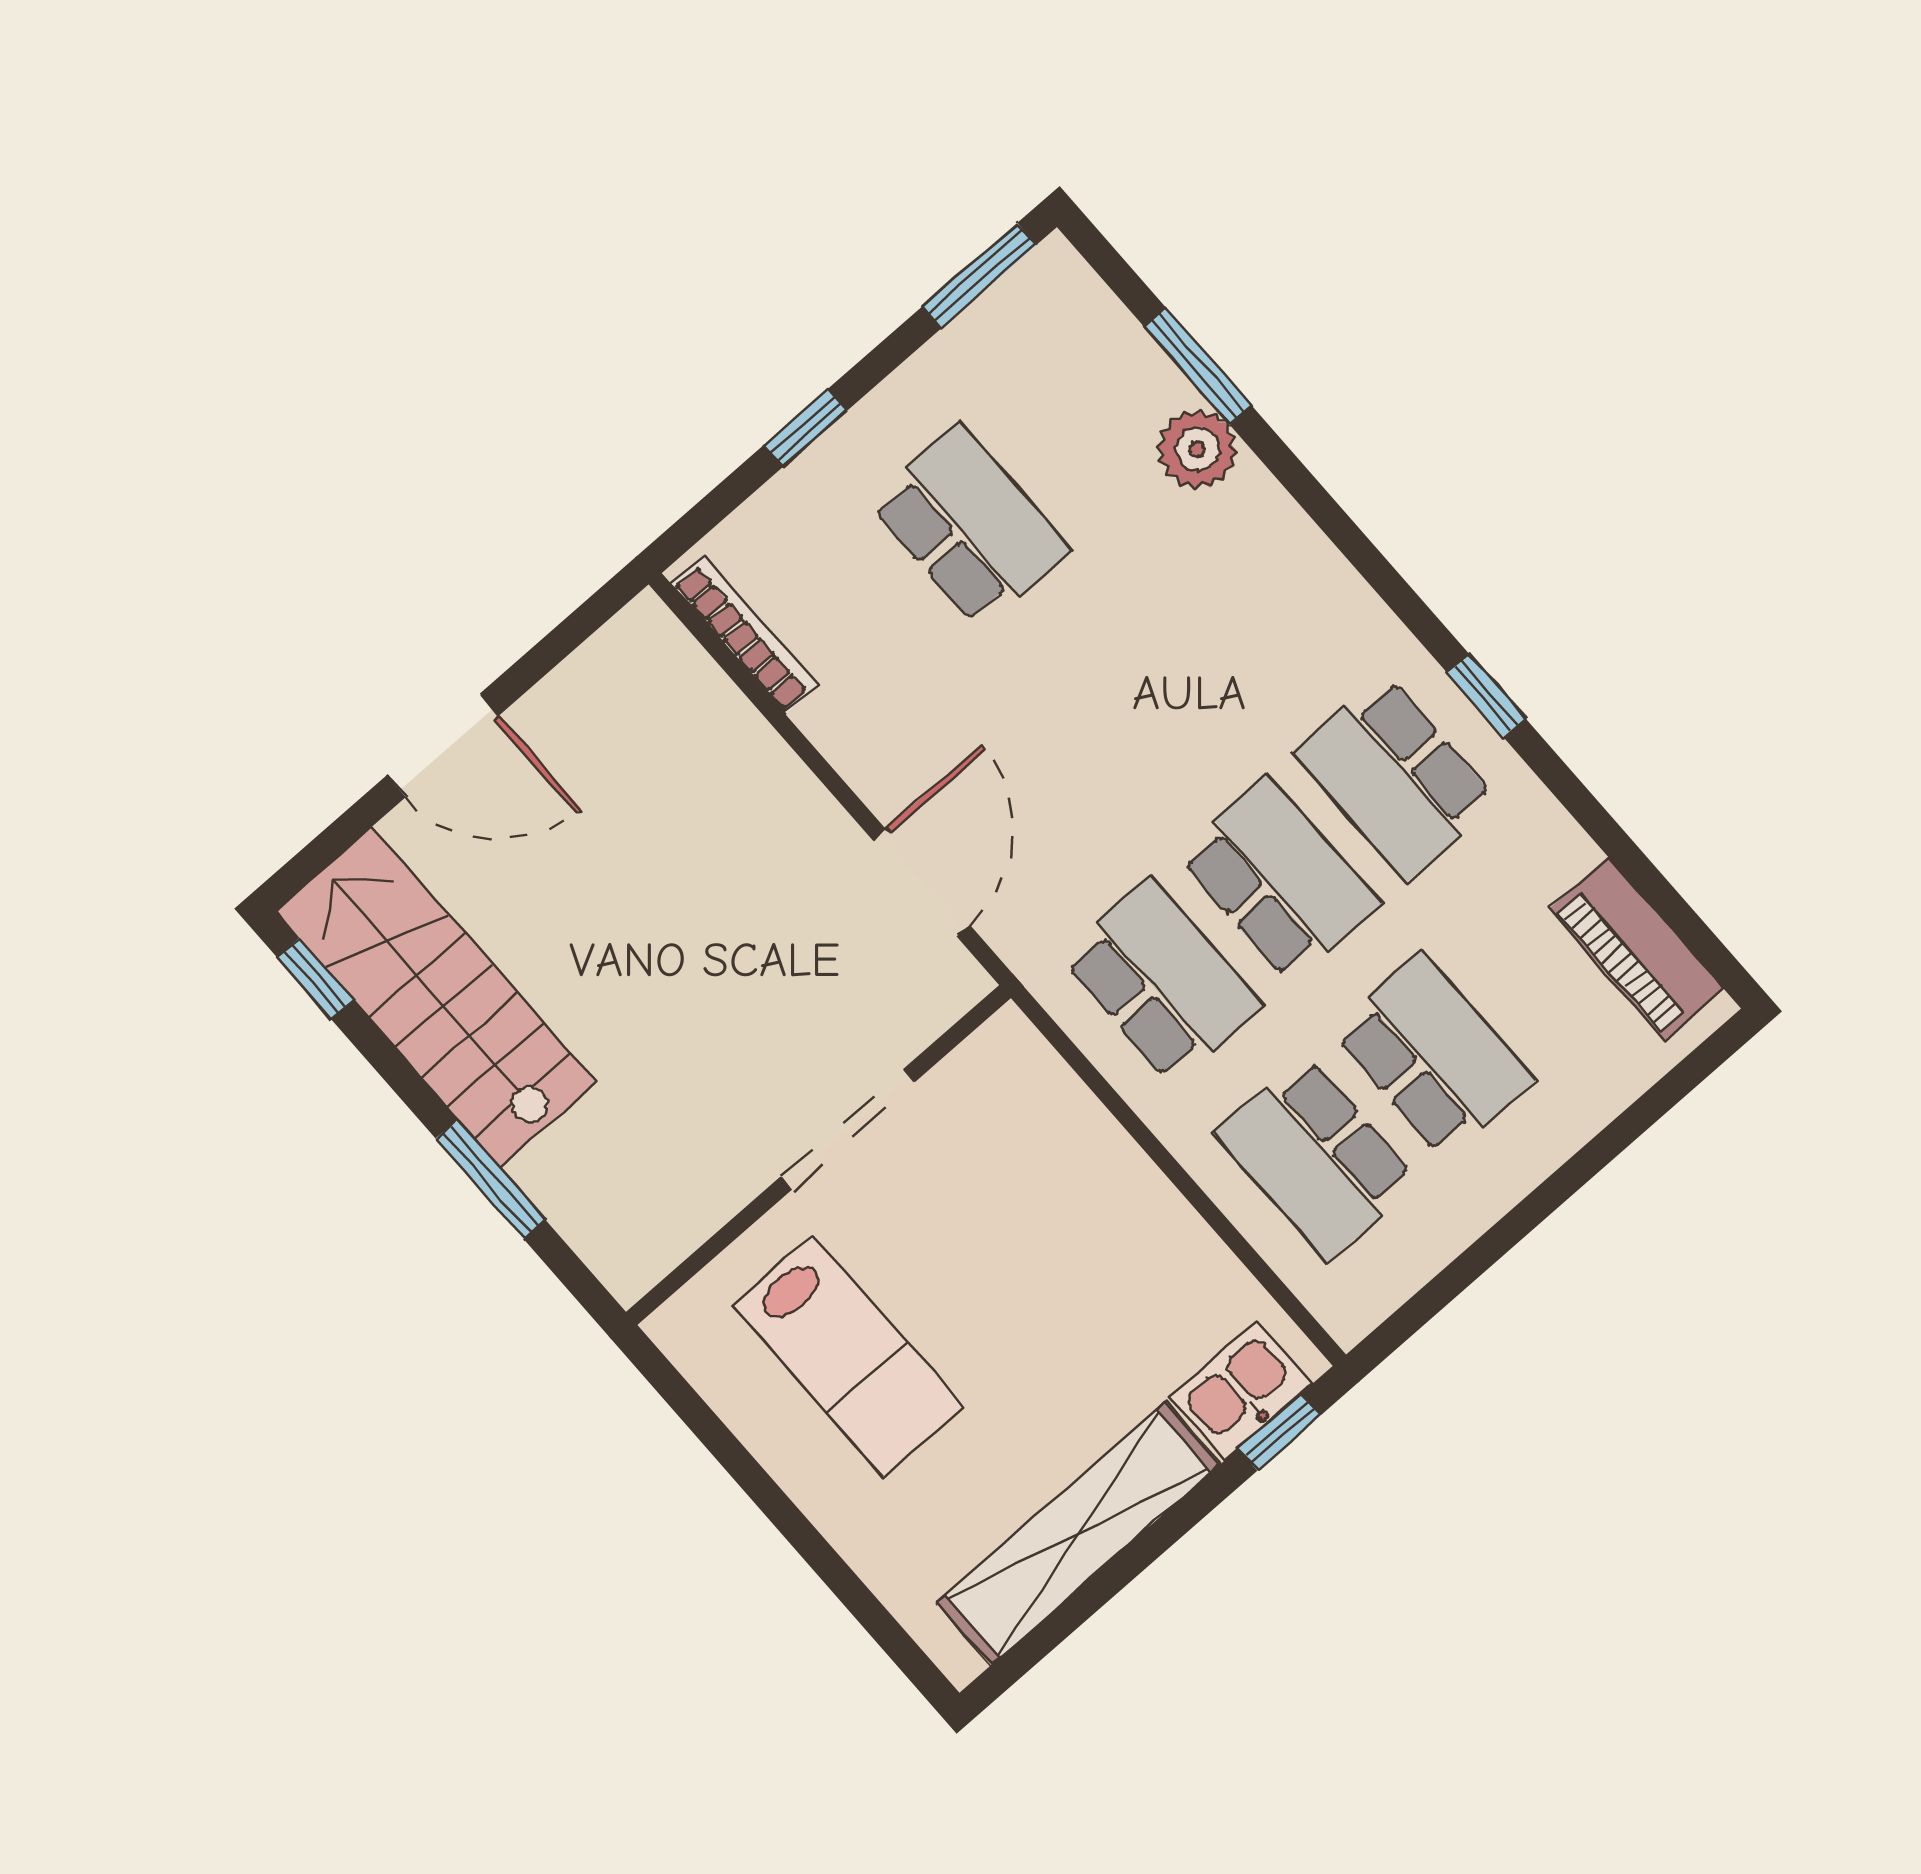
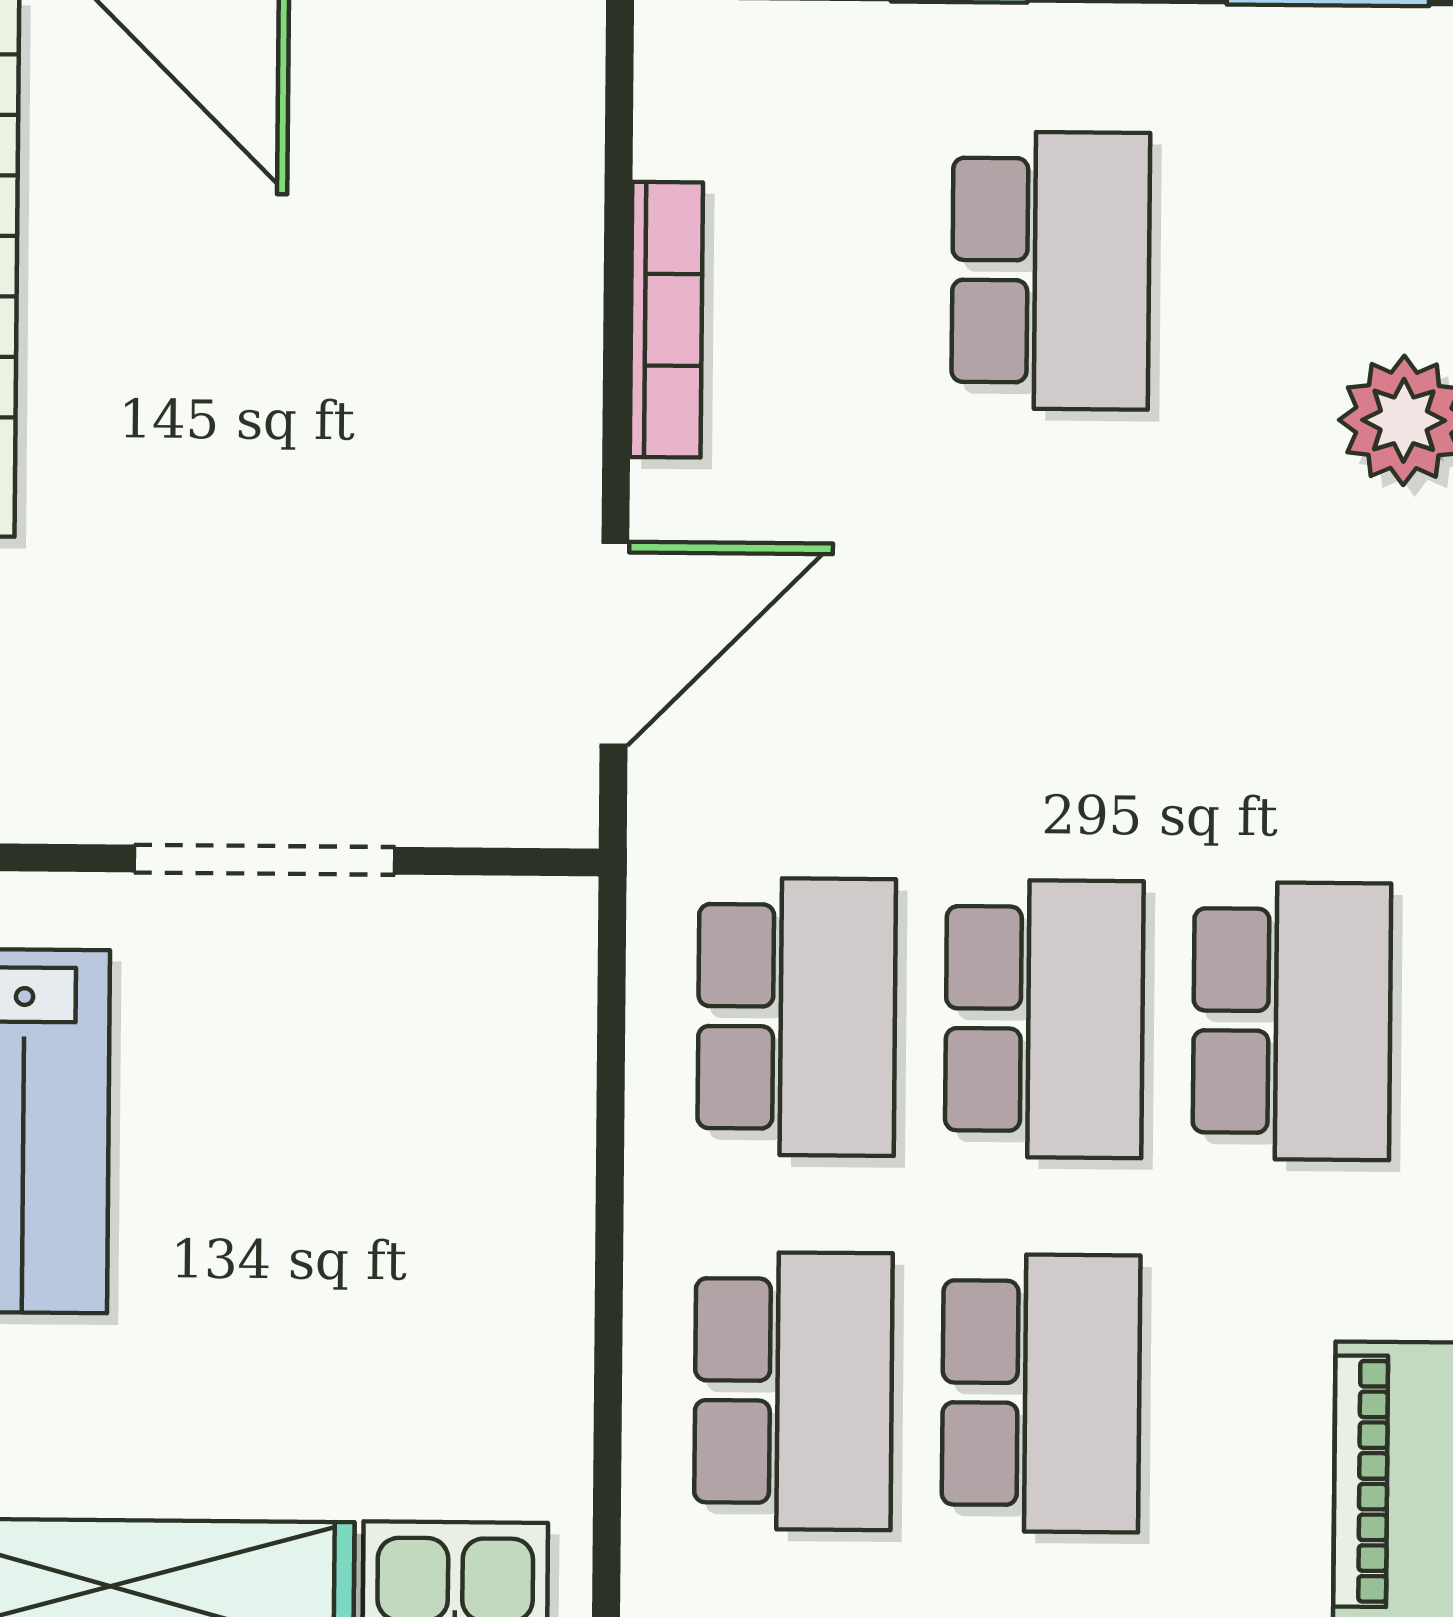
bookcase: (745, 635) -> (666, 320), moved
school desk: (1395, 777) -> (1292, 1021), turned 180
school desk: (1316, 1158) -> (793, 1391), turned 180

